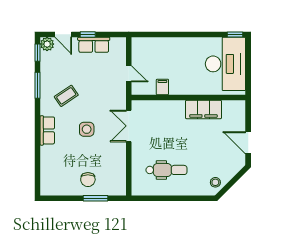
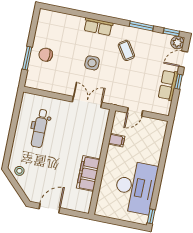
desk: (225, 64) -> (135, 187), moved, turned -90

